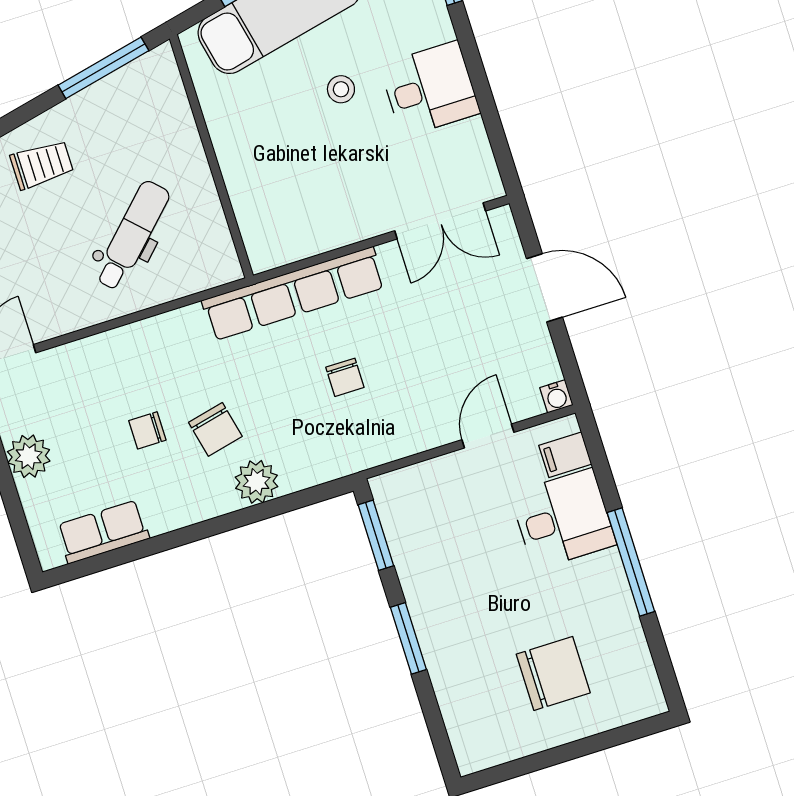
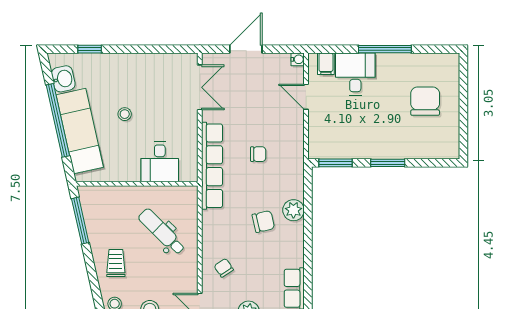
desk: (430, 89) -> (160, 162), moved, turned 180
chair: (147, 430) -> (224, 268), moved, turned 146

